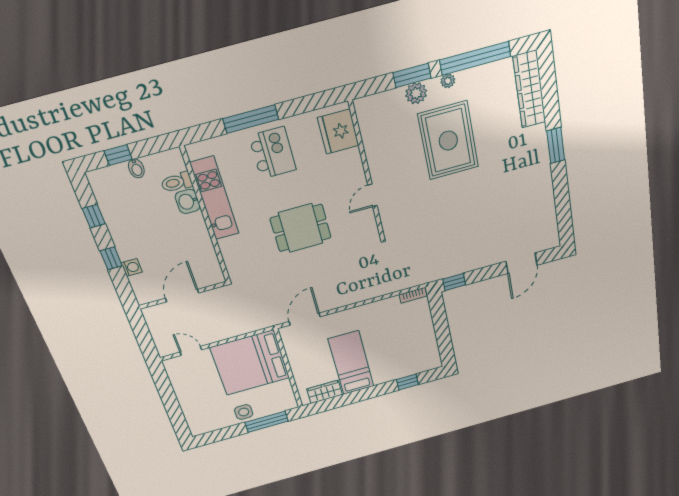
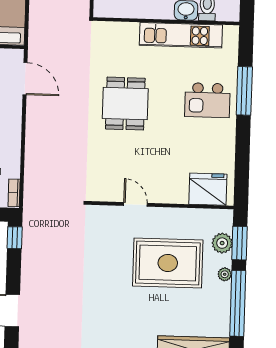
fridge: (338, 132) -> (208, 189), moved
wall: (367, 172) -> (160, 205), moved
door: (372, 195) -> (135, 204), moved

